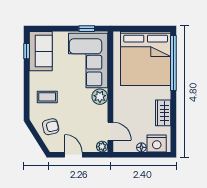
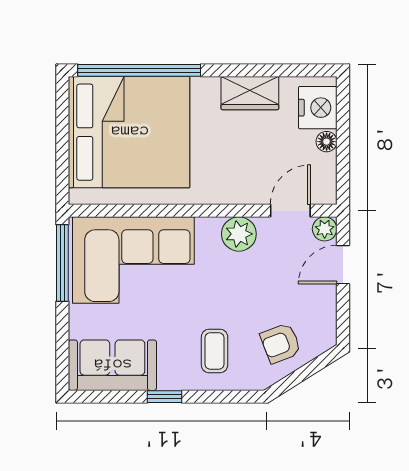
window: (87, 29) -> (62, 263), width x2.17
window: (27, 51) -> (165, 397), moved
plant: (100, 97) -> (239, 234), moved
armchair: (51, 127) -> (281, 343), turned -98
door: (73, 155) -> (343, 265), moved

